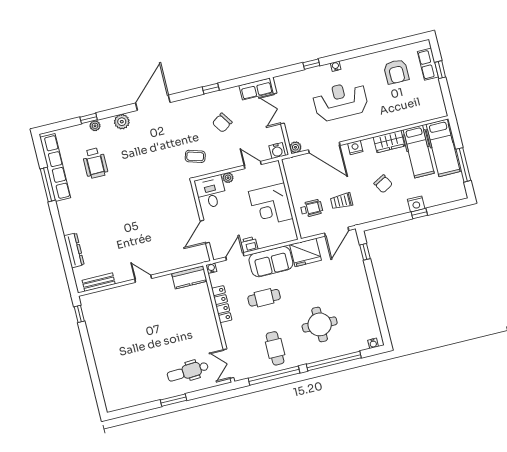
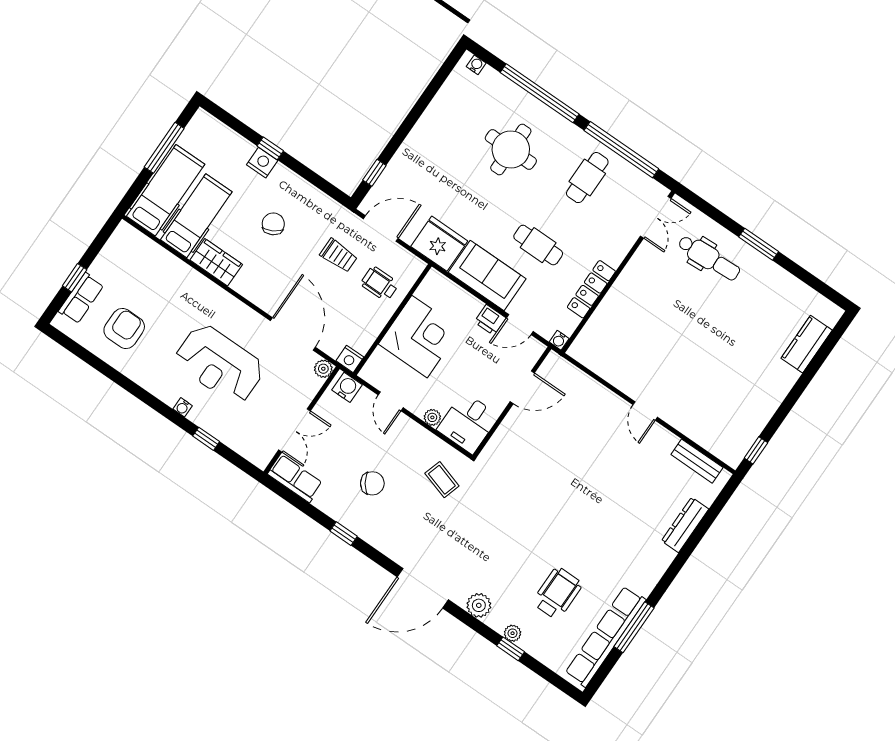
nightstand: (355, 147) -> (350, 359), moved
kitchen counter: (189, 277) -> (807, 344), moved, turned -90

